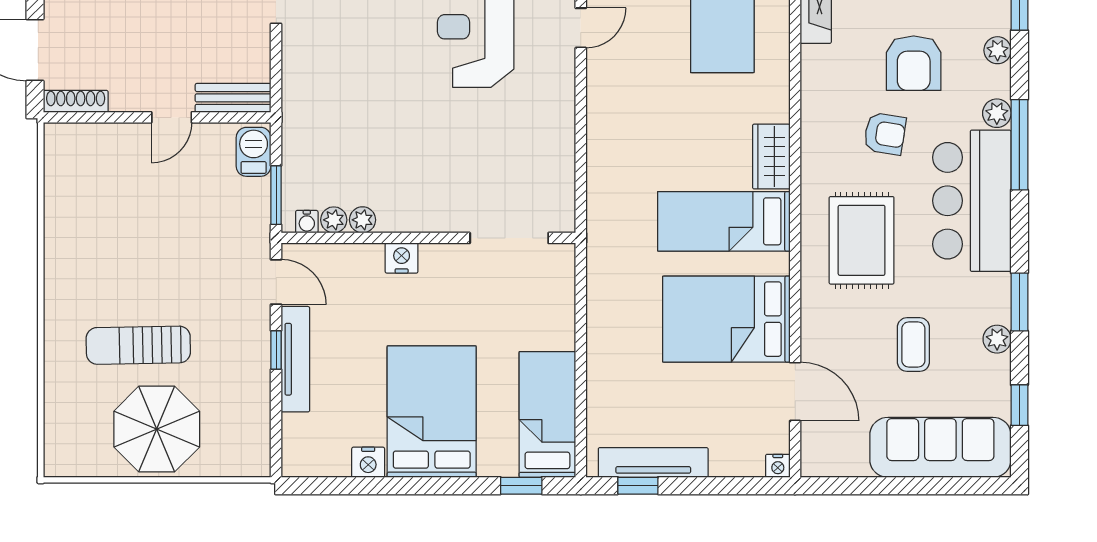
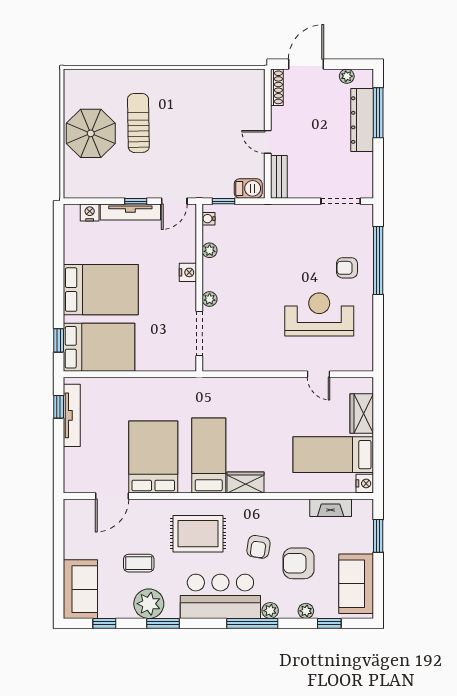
window: (276, 195) -> (224, 201), width x0.67
plant: (334, 220) -> (210, 299), moved
plant: (997, 339) -> (149, 604), width x1.87, depth x1.87
bed: (547, 414) -> (99, 347), width x1.50
sofa: (940, 447) -> (80, 589), width x0.73
nightstand: (368, 462) -> (90, 213), moved, turned 90
nightstand: (778, 466) -> (70, 486), removed

